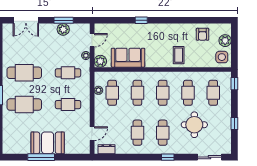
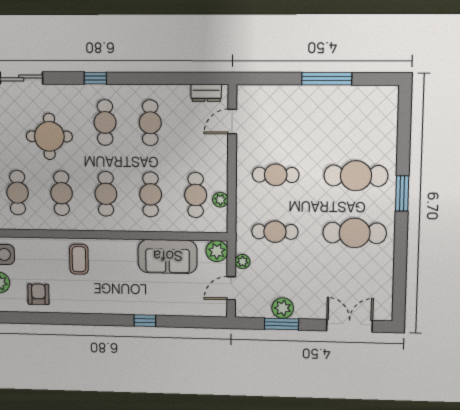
booth: (48, 143) -> (314, 105), removed

